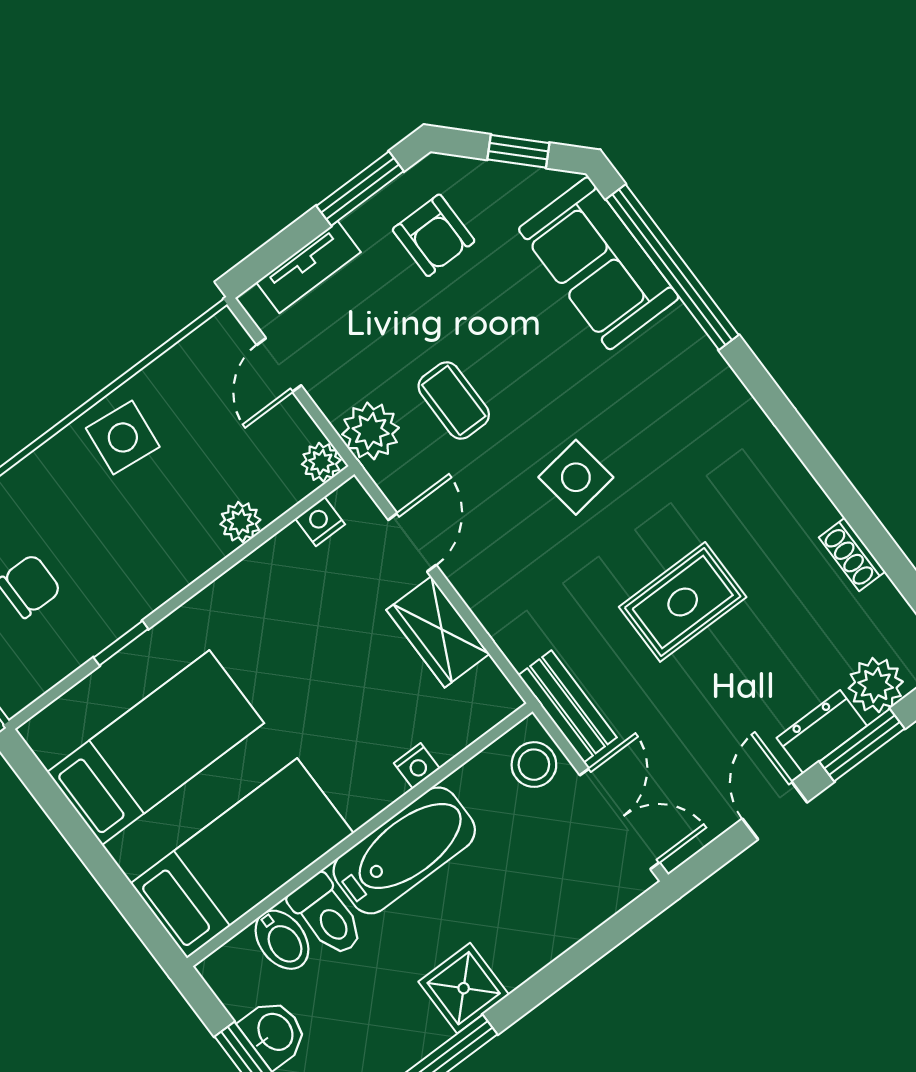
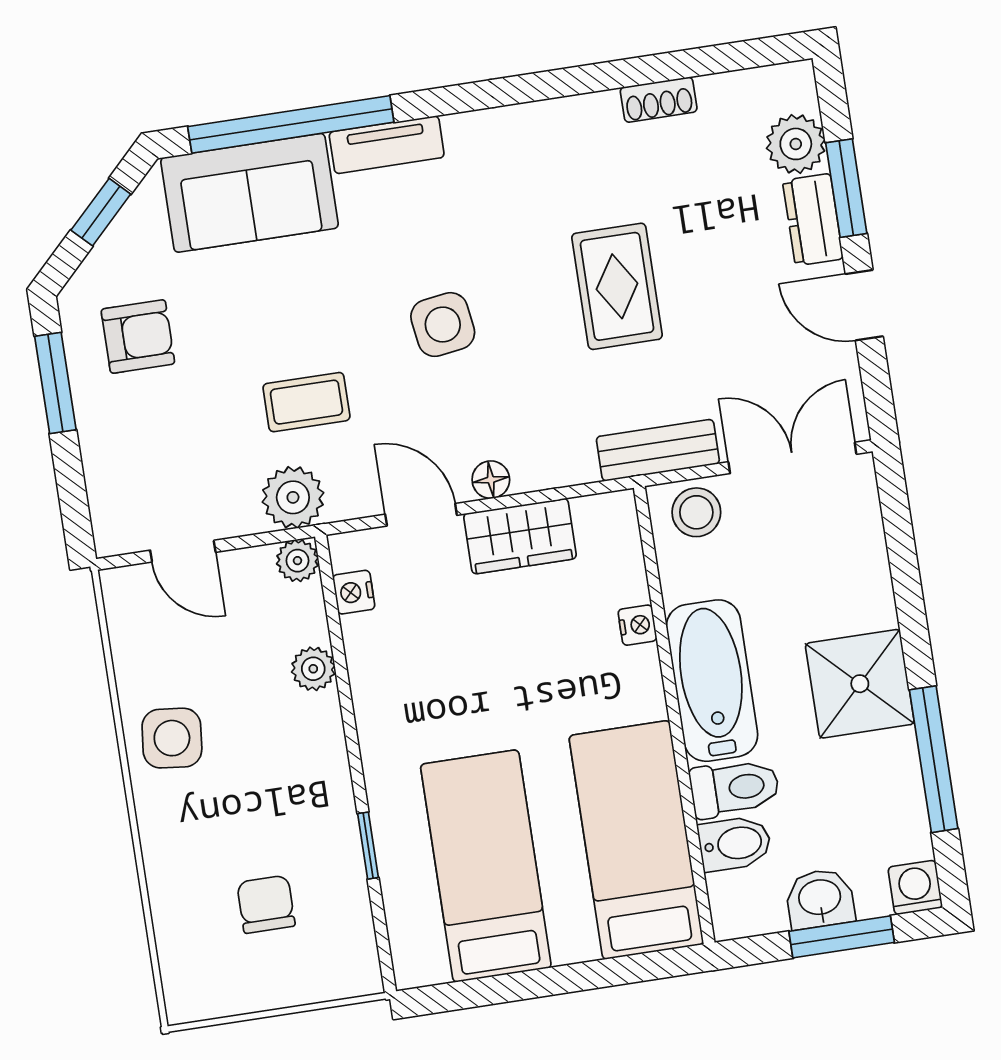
tv unit: (308, 267) -> (387, 145), moved, turned 90
floor lamp: (471, 584) -> (491, 480), added
shower: (464, 988) -> (860, 684), width x1.36, depth x1.36

